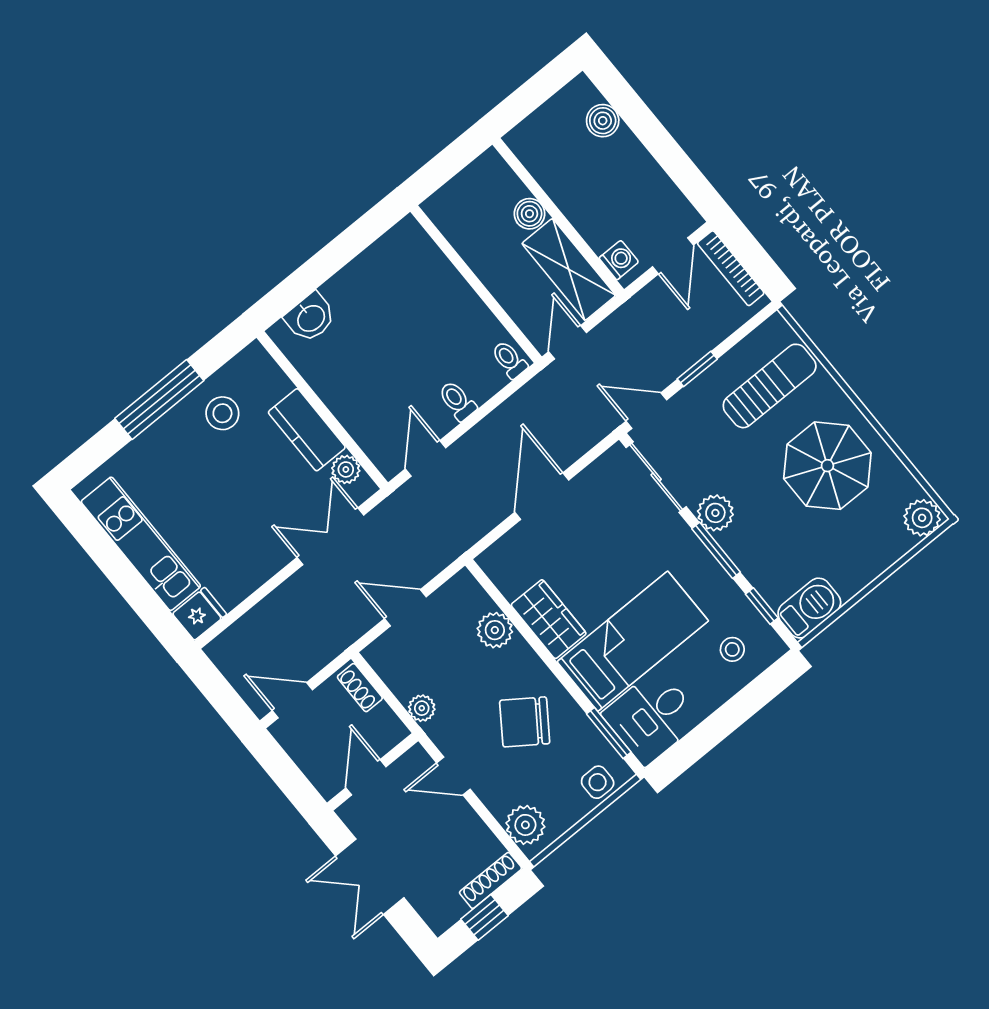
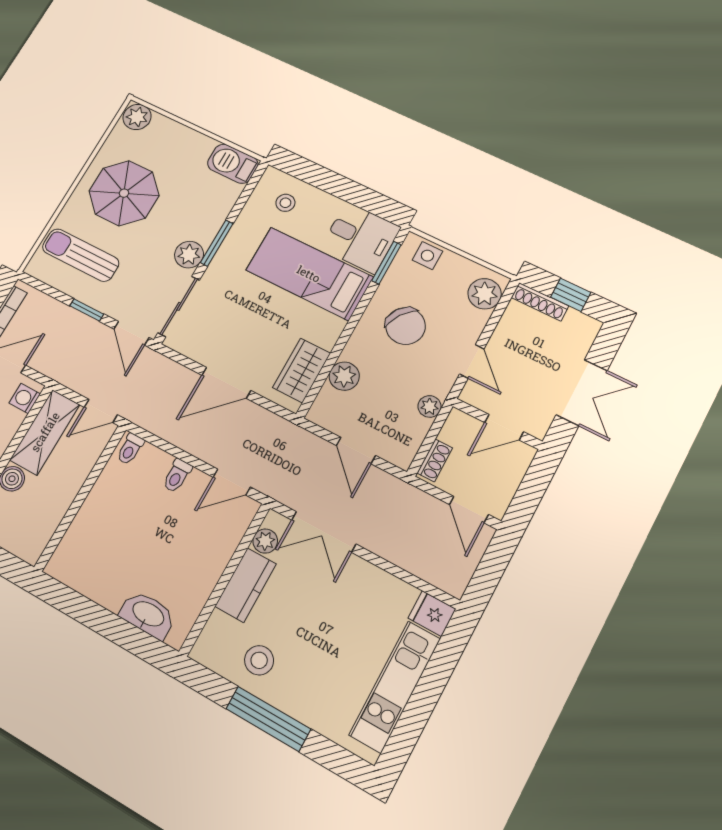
washbasin: (310, 318) -> (148, 615), width x1.38
window: (762, 606) -> (245, 196), removed
wardrobe: (549, 619) -> (301, 370), moved

